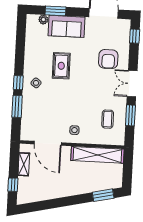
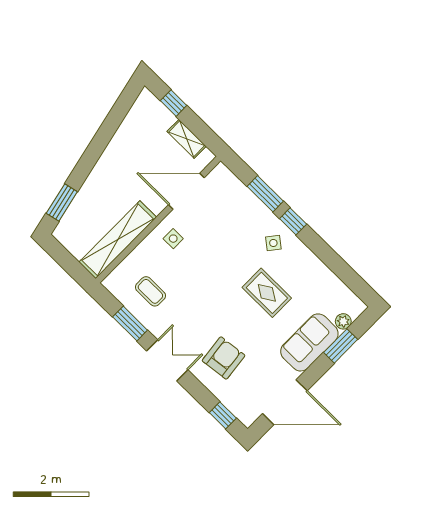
armchair: (108, 59) -> (224, 358), turned 83

